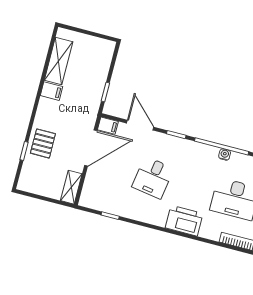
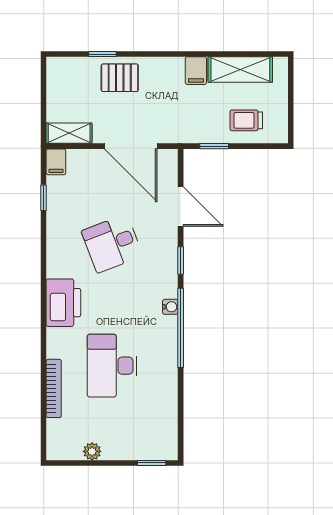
trolley: (94, 66) -> (246, 120), added
door: (140, 125) -> (181, 207), hinge flipped
filing cabinet: (108, 126) -> (56, 162), moved
water cooler: (225, 155) -> (170, 307), moved
desk: (153, 178) -> (112, 243), turned -30

